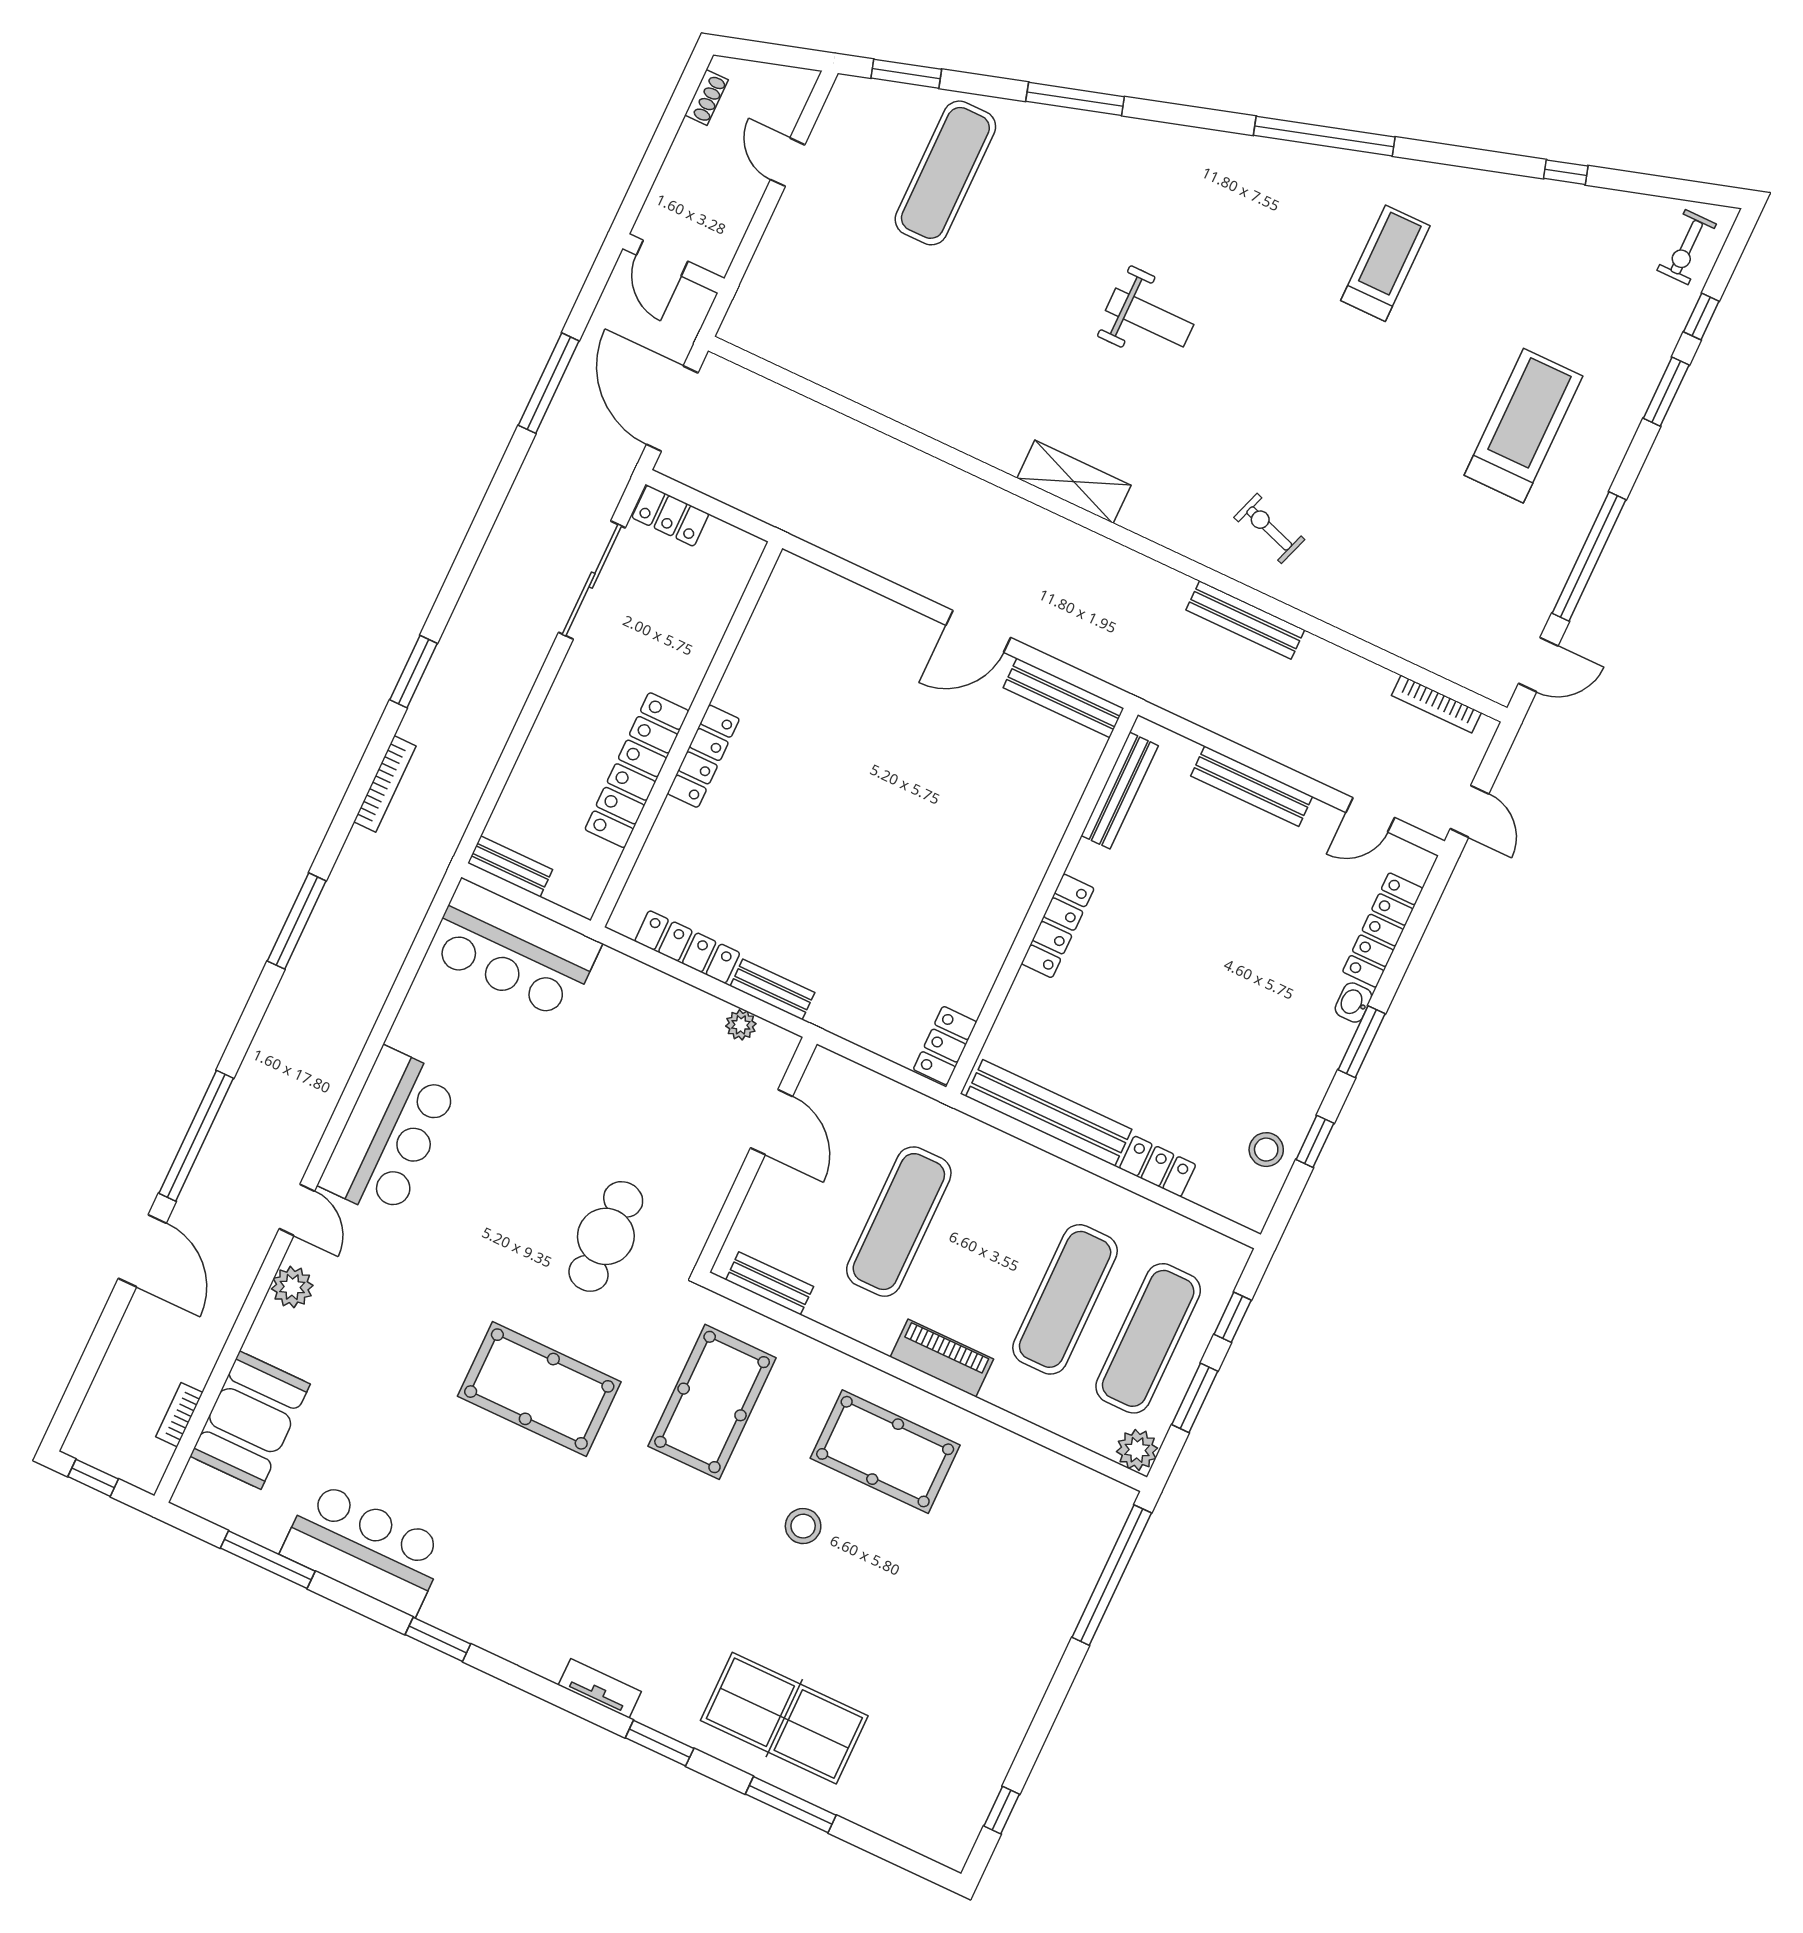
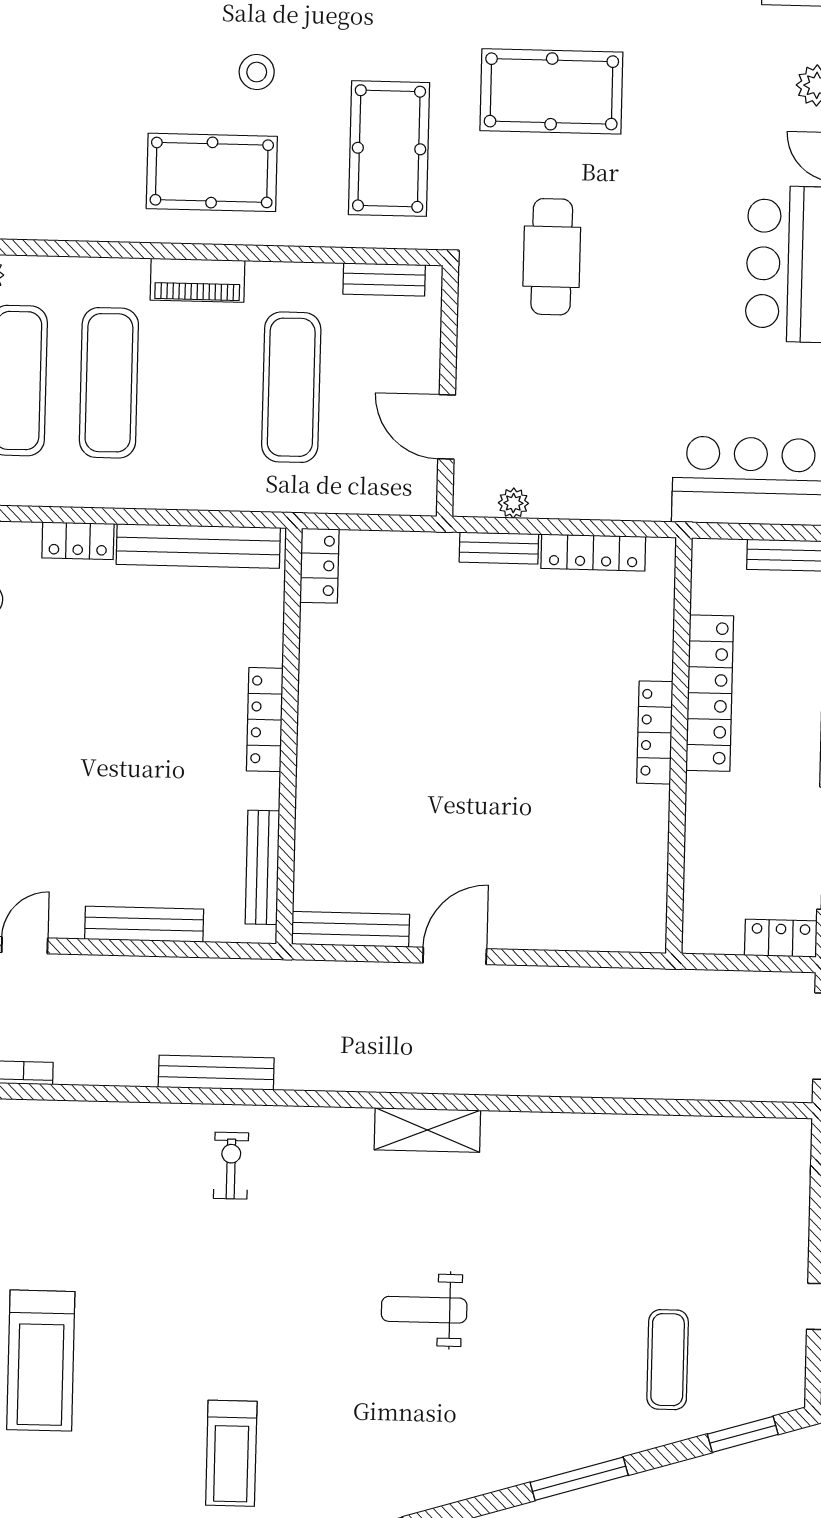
exercise mat: (945, 173) -> (668, 1360), width x0.73, depth x0.69
exercise bike: (1269, 528) -> (231, 1166), turned -109

